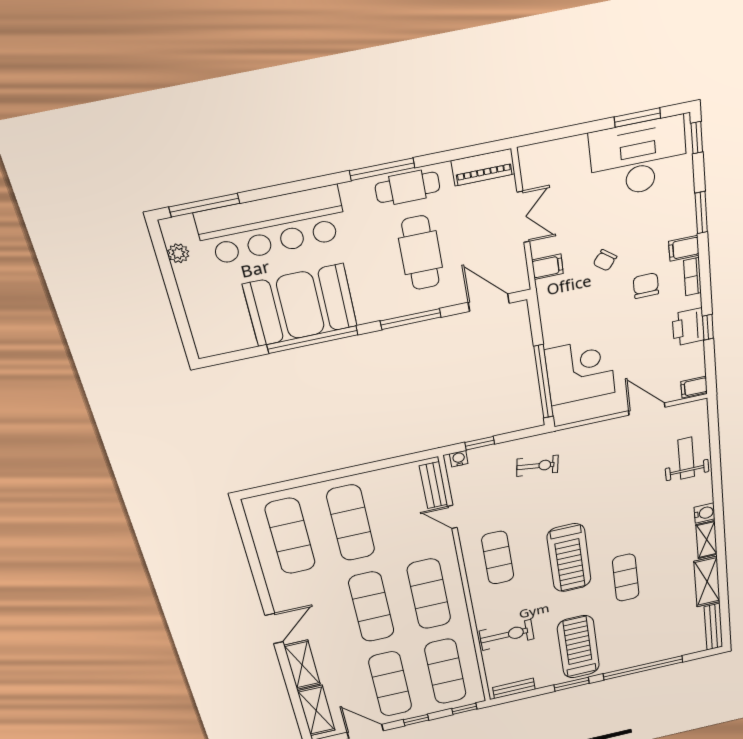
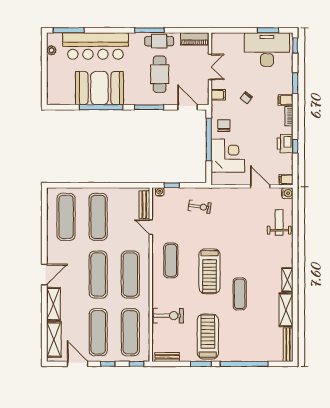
chair: (646, 286) -> (224, 126), moved
window: (544, 382) -> (209, 139), moved
water cooler: (705, 513) -> (287, 193), moved

